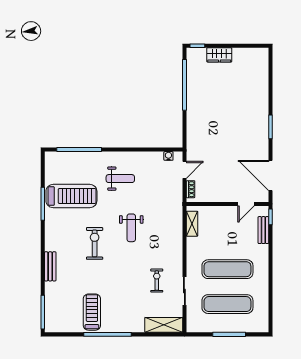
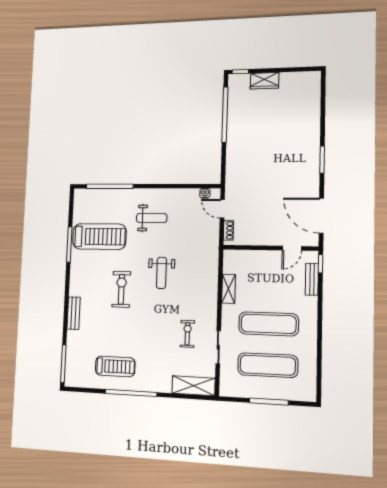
door: (184, 170) -> (222, 209), swing flipped
shelving: (192, 224) -> (229, 289), moved
treadmill: (92, 312) -> (115, 366), turned 90

